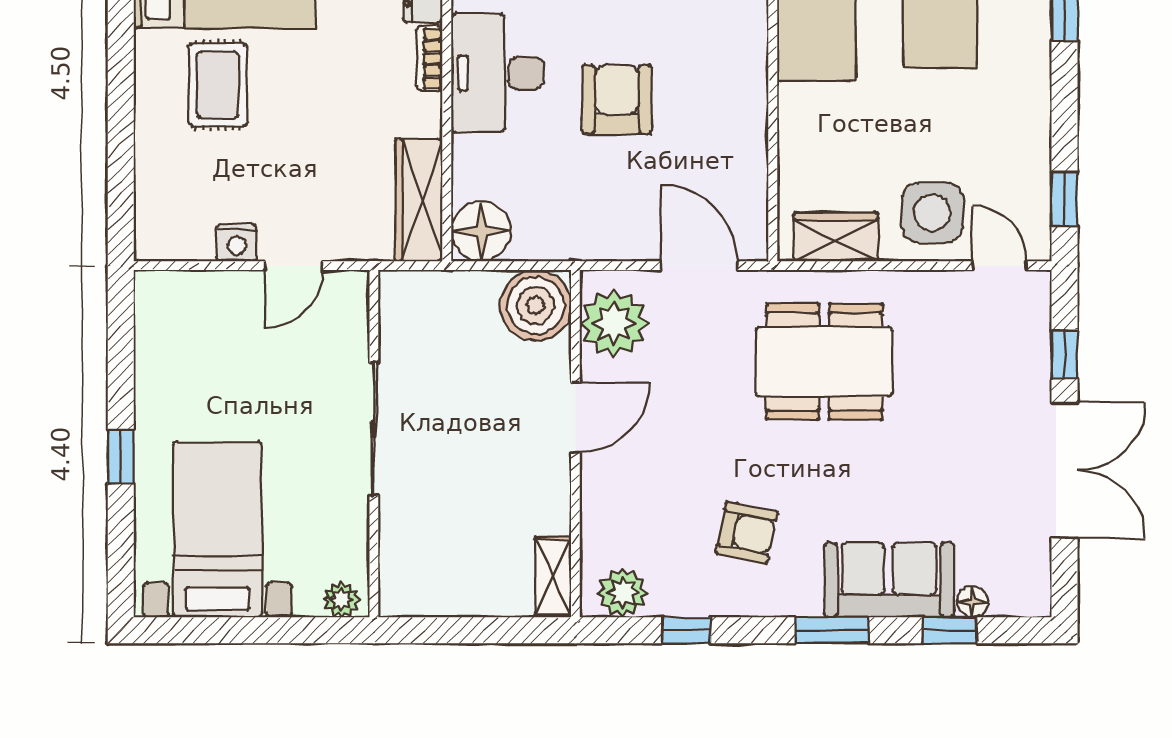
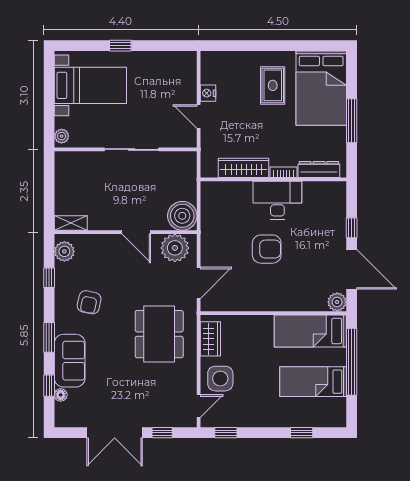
rug: (218, 85) -> (273, 85), turned 90
wardrobe: (419, 200) -> (244, 168), moved
floor lamp: (481, 231) -> (213, 193), removed

